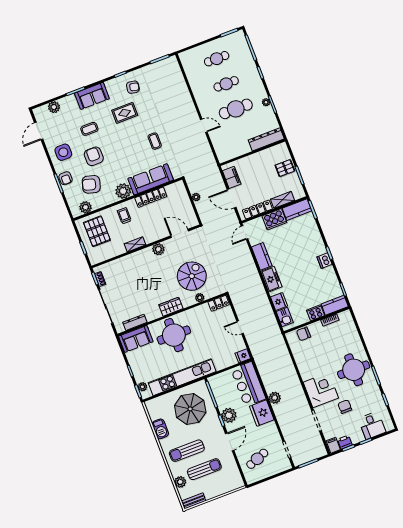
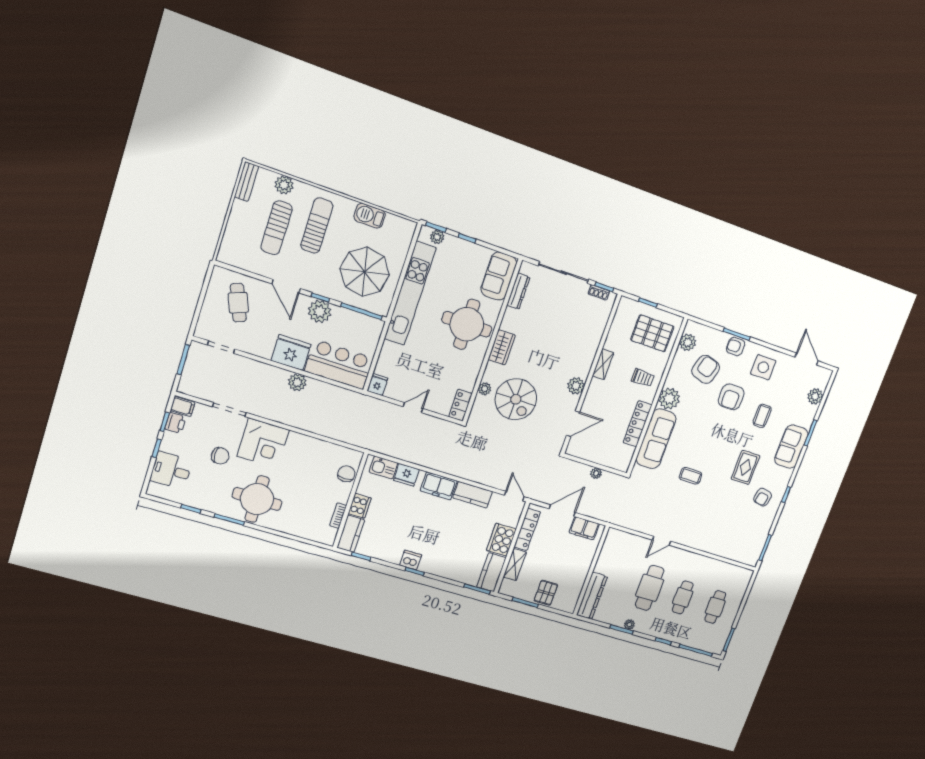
armchair: (94, 156) -> (731, 397), turned 90

